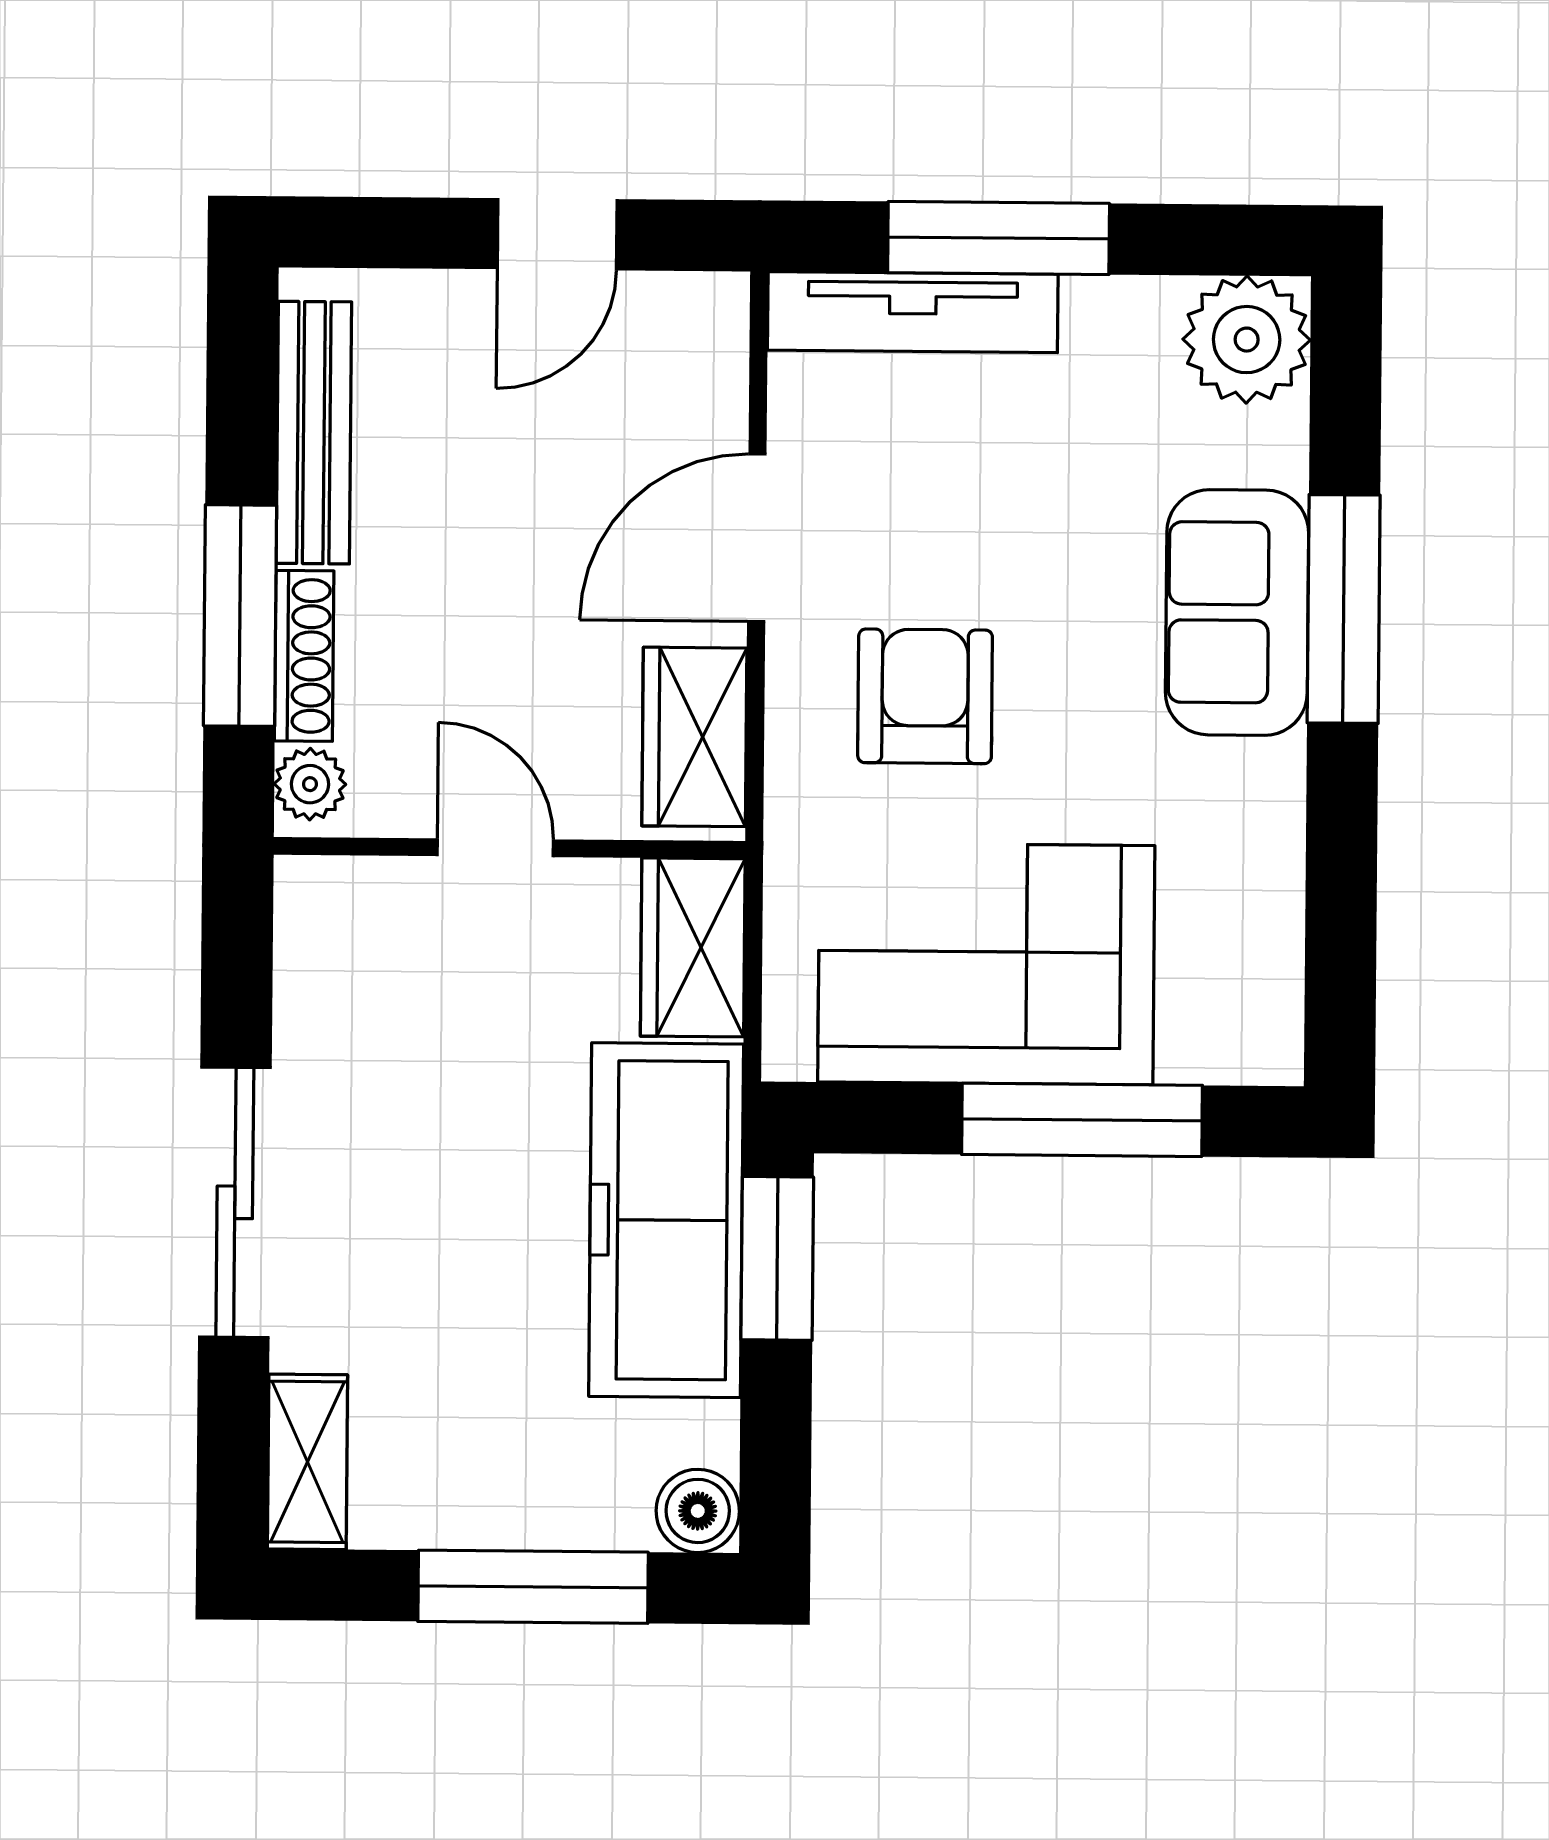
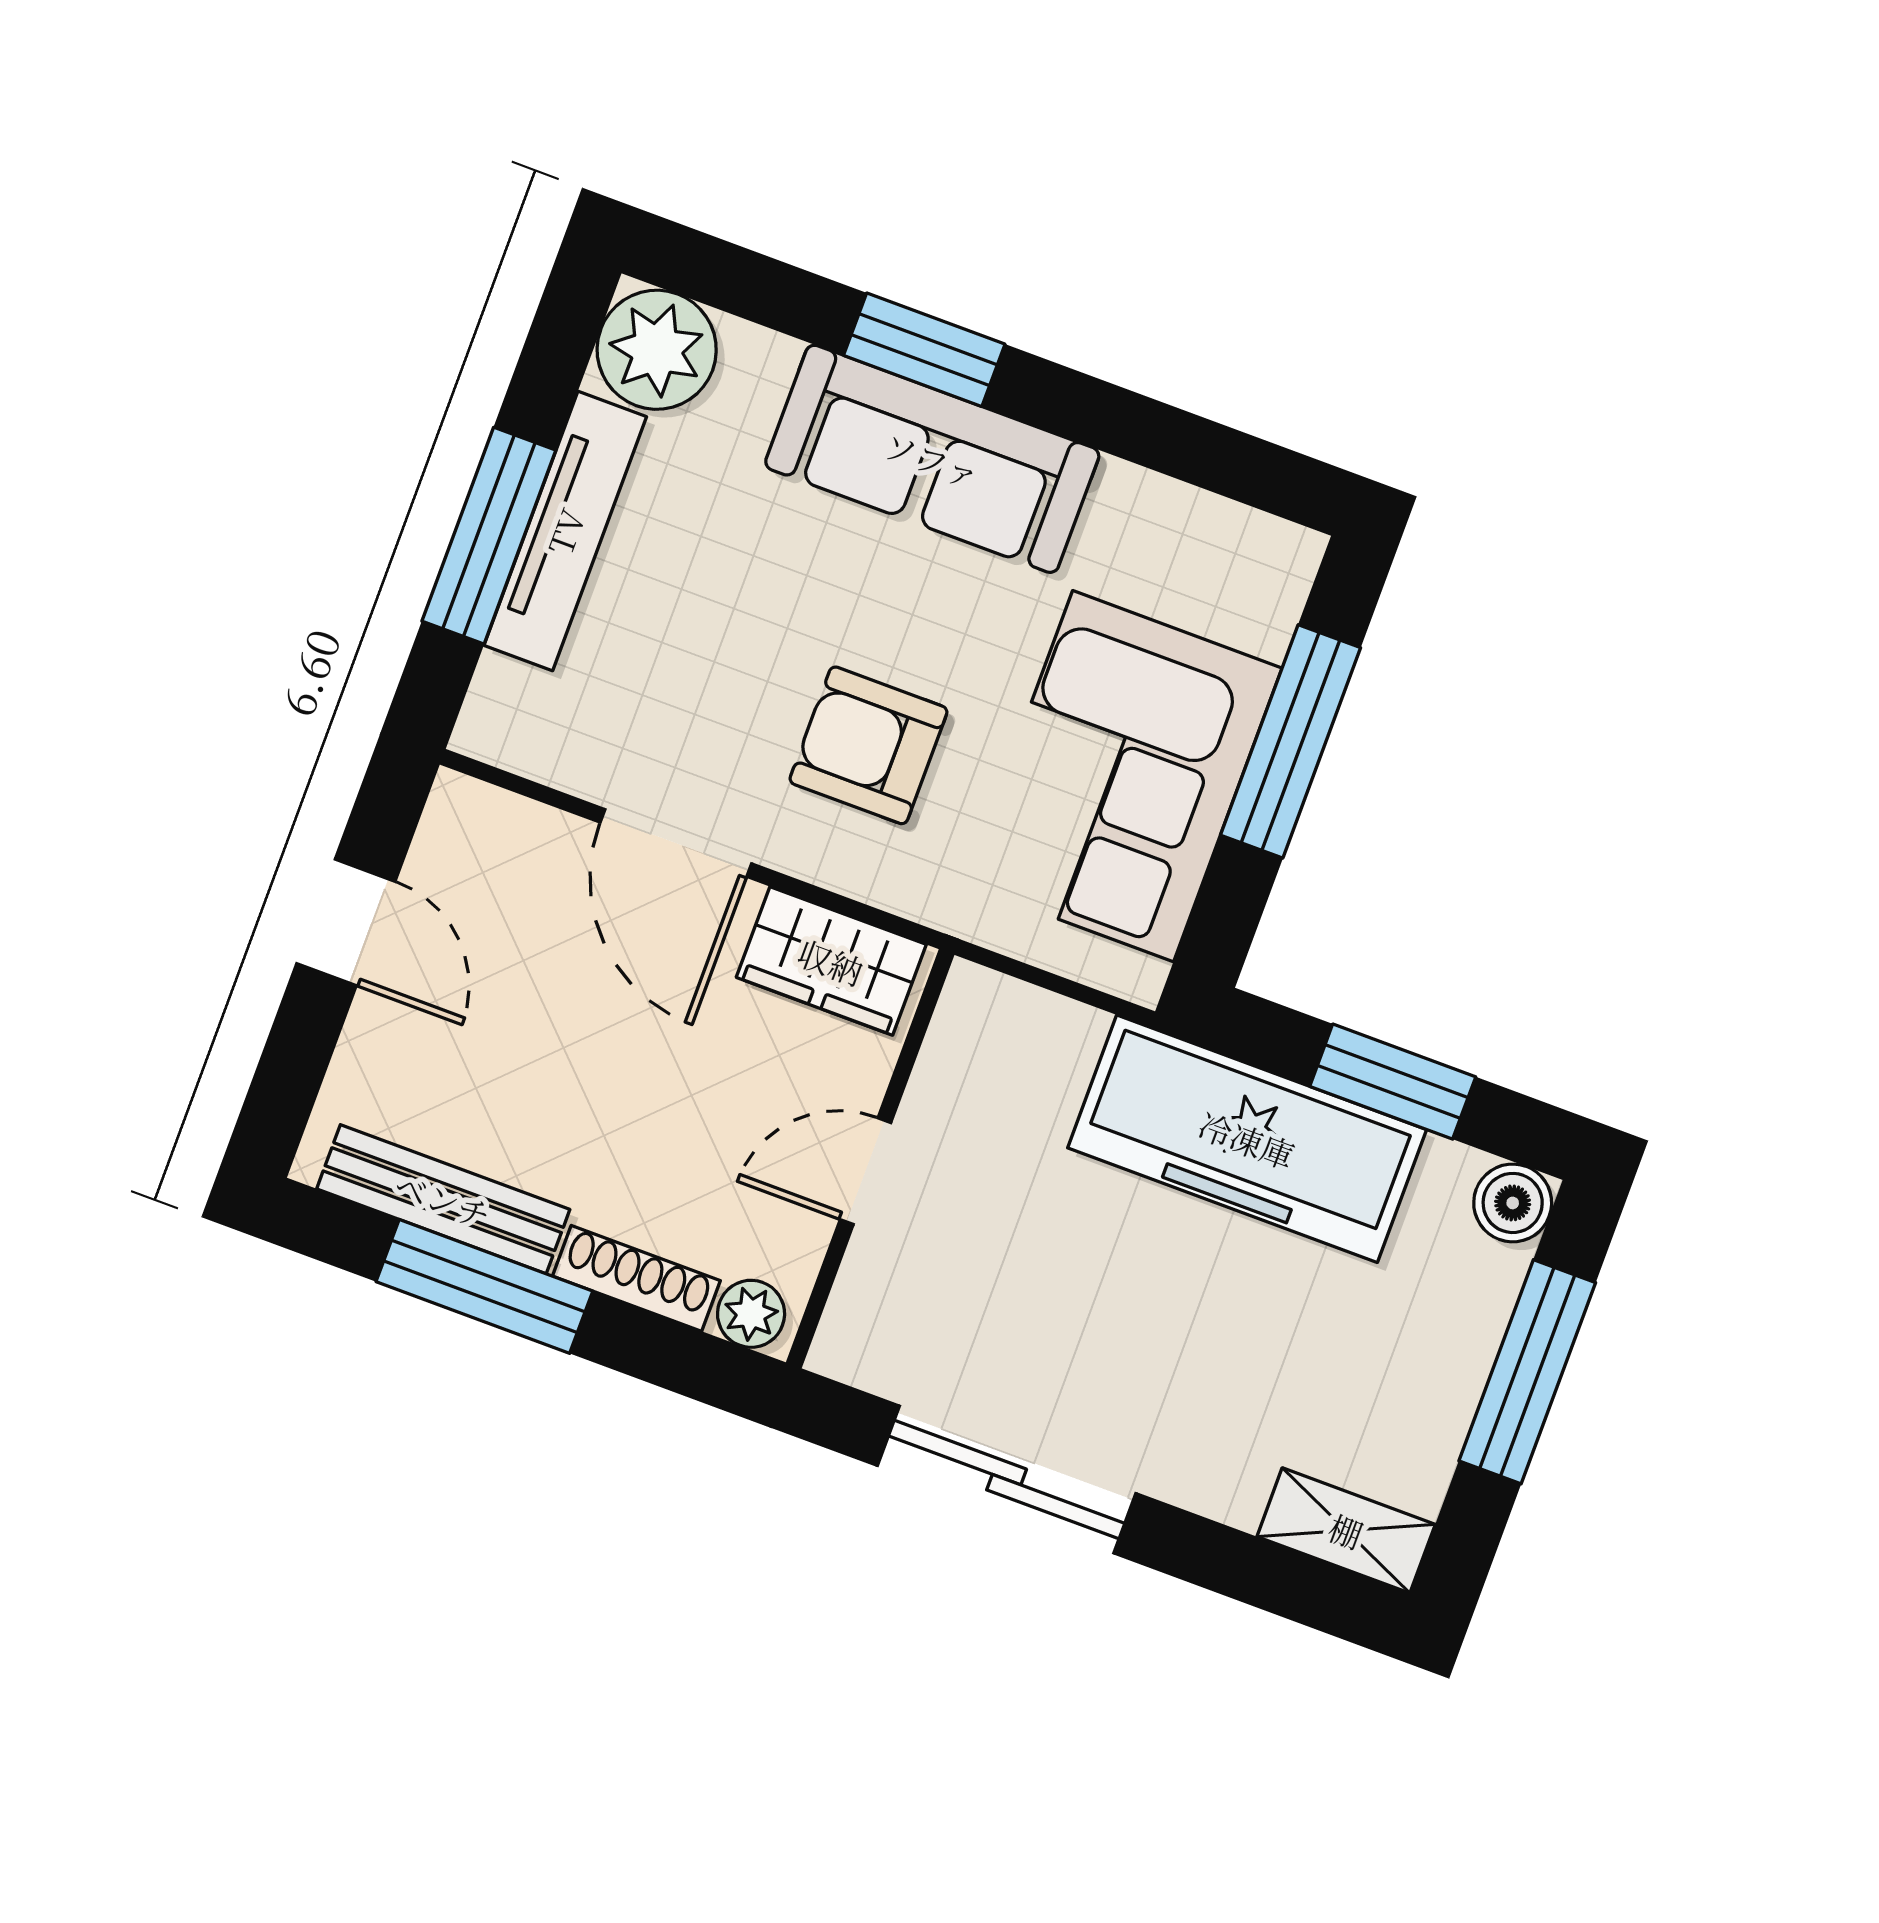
tv unit: (913, 312) -> (565, 531), moved
window: (1344, 609) -> (924, 350), width x0.69
sofa: (1237, 612) -> (932, 459), width x1.36
window: (240, 616) -> (484, 1286), moved
wardrobe: (693, 947) -> (1016, 1029), removed
sliding door: (235, 1202) -> (1007, 1480), moved
window: (777, 1258) -> (1393, 1082), moved

